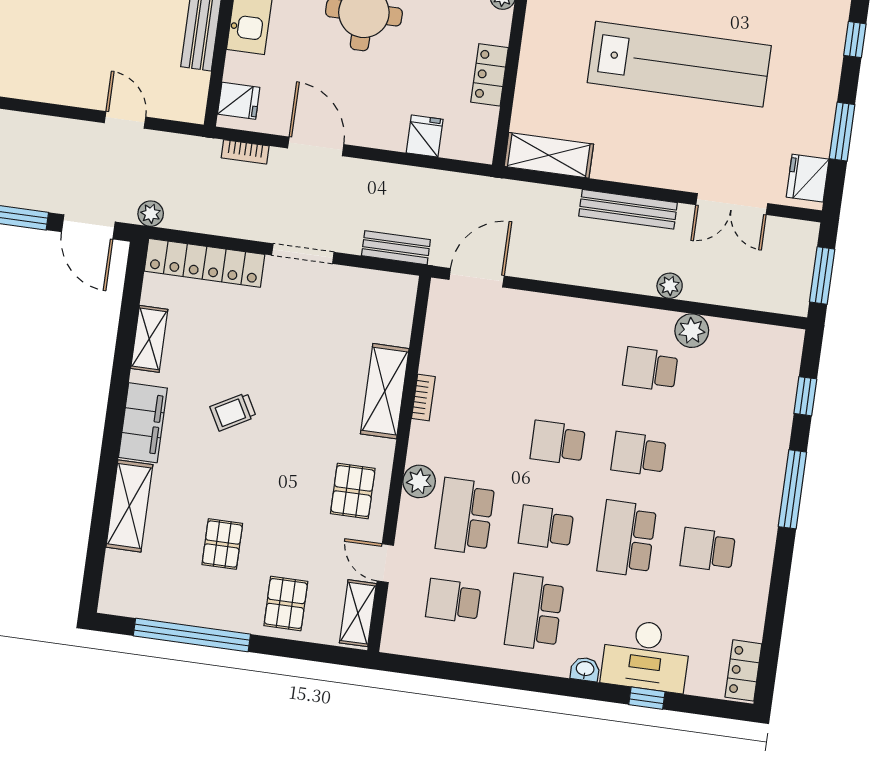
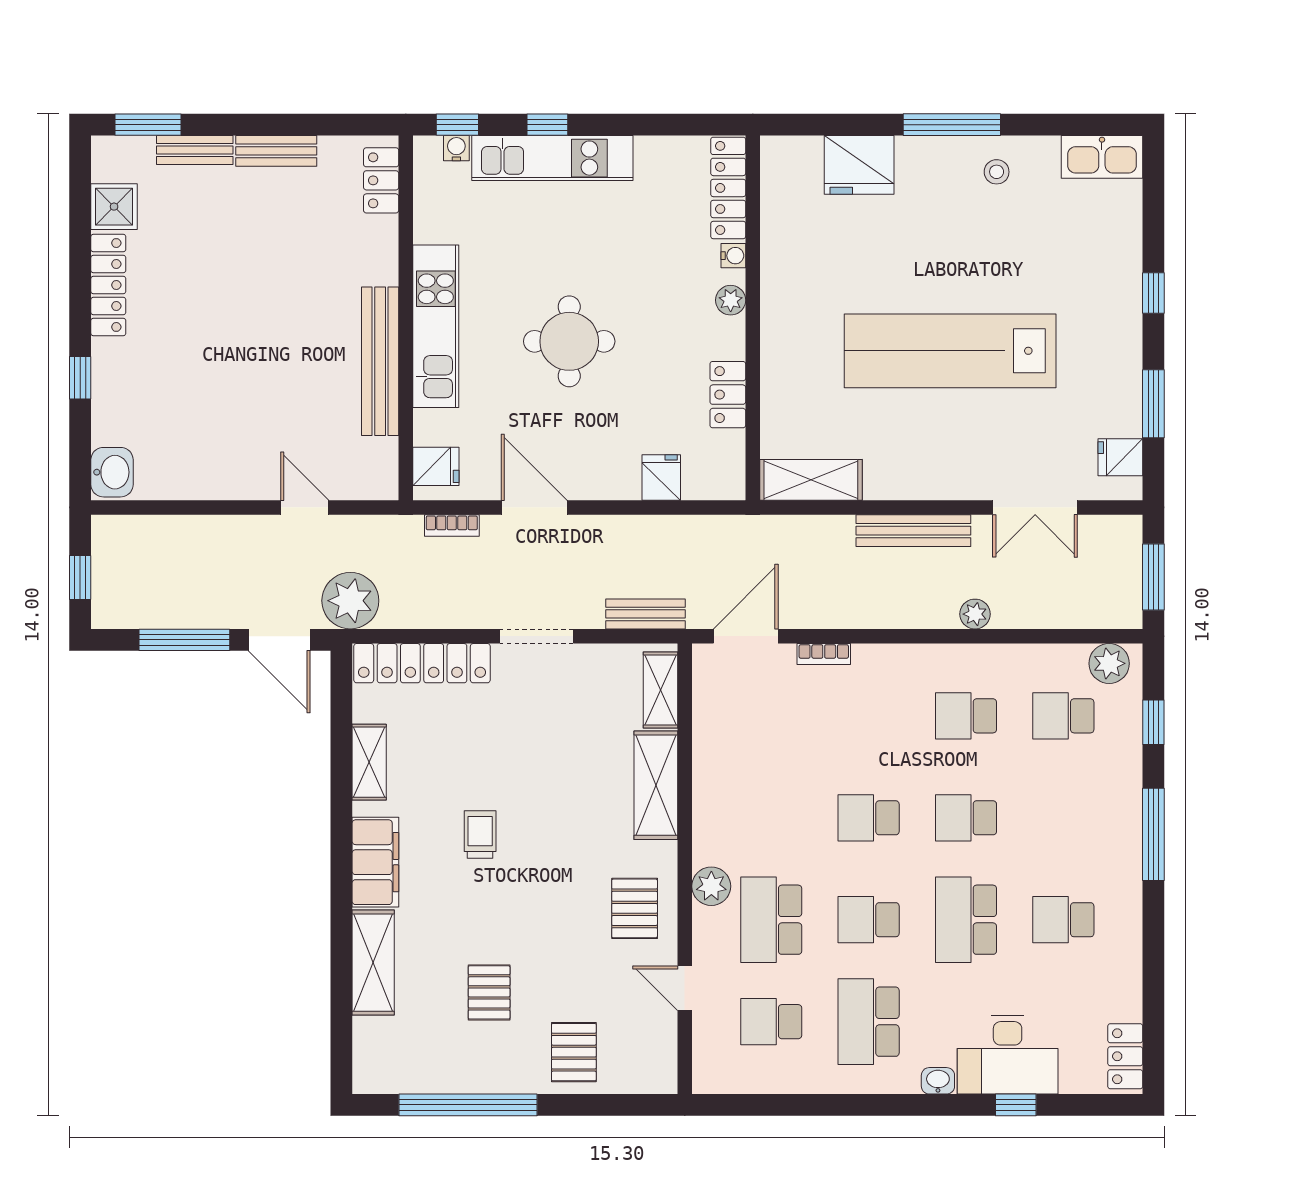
lab bench: (679, 64) -> (950, 351), turned 180
fridge: (808, 178) -> (1120, 457), width x0.72
plant: (151, 214) -> (350, 601), width x1.88, depth x1.88
plant: (692, 331) -> (1109, 663), moved
school desk: (731, 380) -> (1063, 716), added
bookcase: (423, 398) -> (824, 654), moved, turned 90
trolley: (233, 412) -> (480, 834), turned 119
shelving: (358, 613) -> (661, 690), moved

